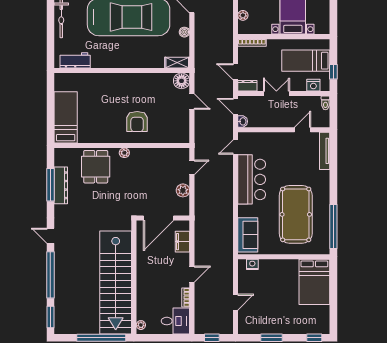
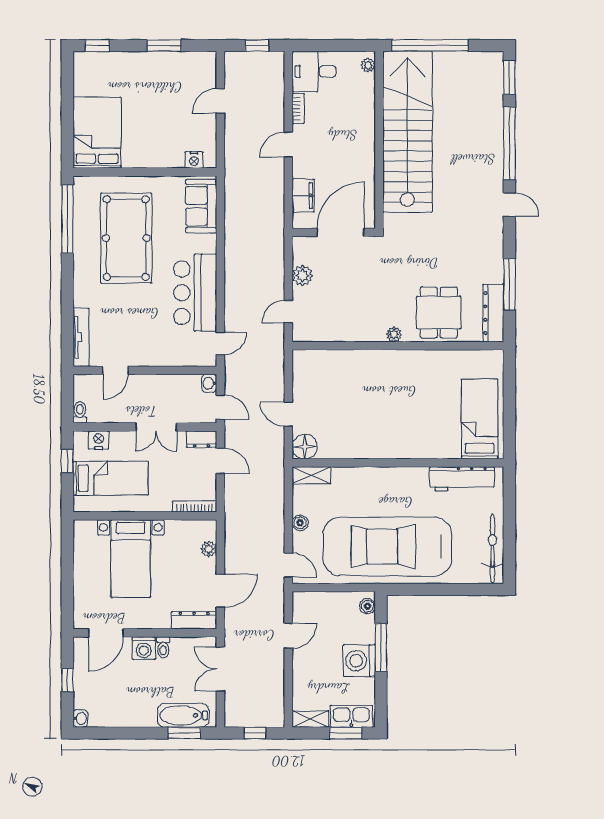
workbench: (75, 60) -> (462, 479), width x1.38
bed: (66, 117) -> (480, 419), moved, turned 180
armchair: (137, 122) -> (374, 383), removed
dresser: (61, 185) -> (493, 313), moved

